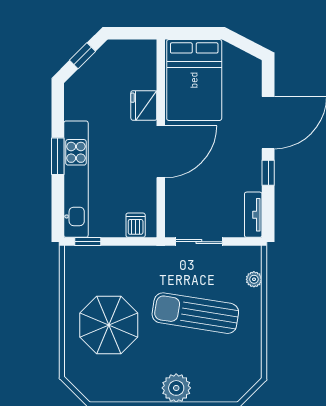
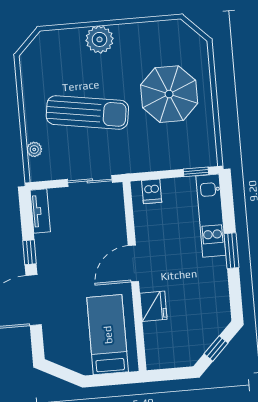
bed: (194, 80) -> (108, 335), width x0.67
door: (161, 152) -> (133, 263), width x0.73
kitchen unit: (76, 179) -> (211, 216), width x0.73

